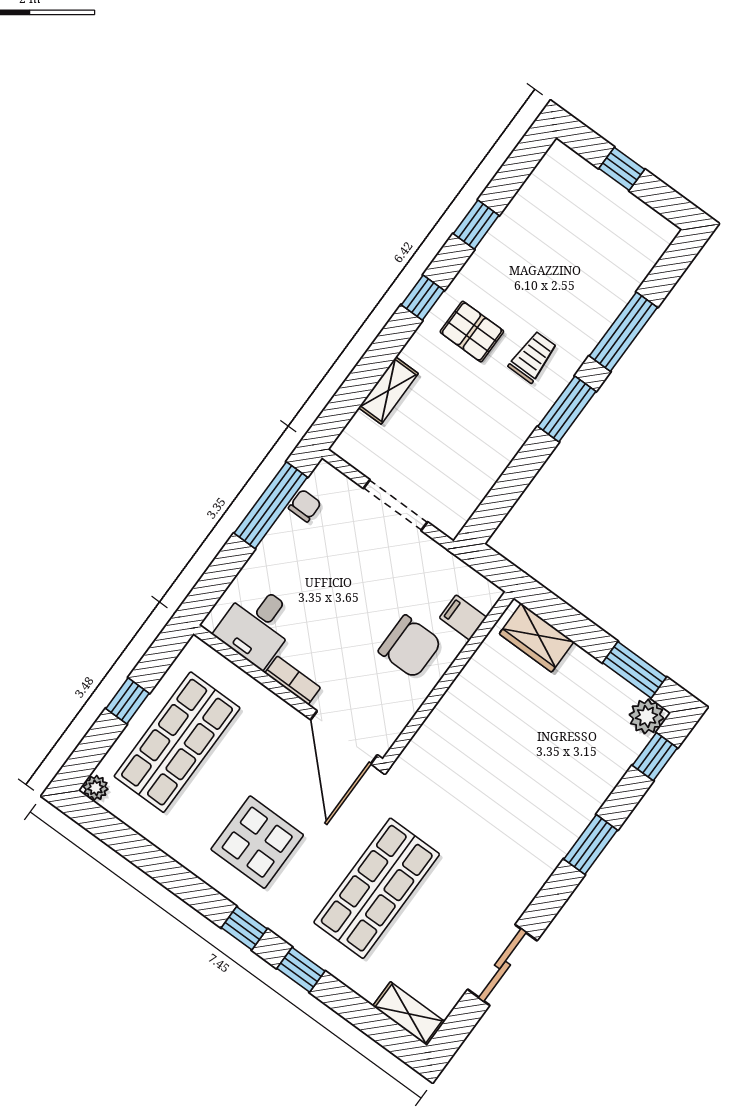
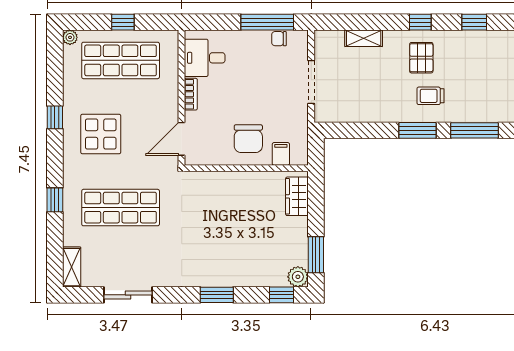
trolley: (533, 357) -> (430, 96), turned 180
chair: (305, 506) -> (279, 39), turned 180
door: (344, 737) -> (182, 139), width x0.73
window: (244, 928) -> (55, 117), moved

